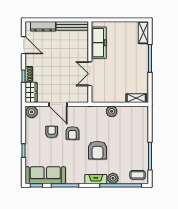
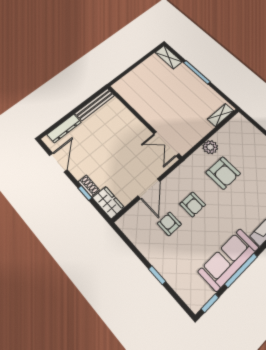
freezer: (99, 43) -> (135, 98), removed
door: (24, 45) -> (58, 162), hinge flipped
double door: (90, 74) -> (166, 144), moved
door: (58, 104) -> (149, 189), hinge flipped
plant: (32, 112) -> (127, 223), removed
armchair: (97, 150) -> (223, 173), moved
sofa: (45, 175) -> (229, 259), moved

